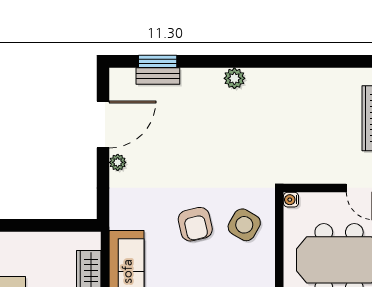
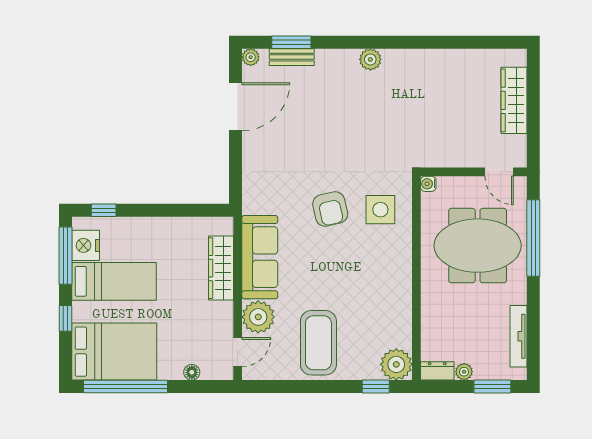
plant: (118, 162) -> (251, 57), moved
side table: (244, 225) -> (380, 210), turned -30

